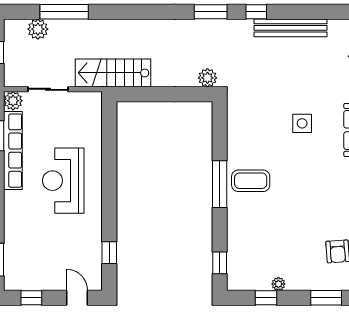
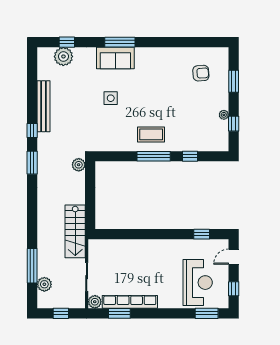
reception desk: (63, 181) -> (198, 283), moved, turned -90
coffee table: (251, 181) -> (151, 134), turned 90
window: (220, 263) -> (190, 156), moved

